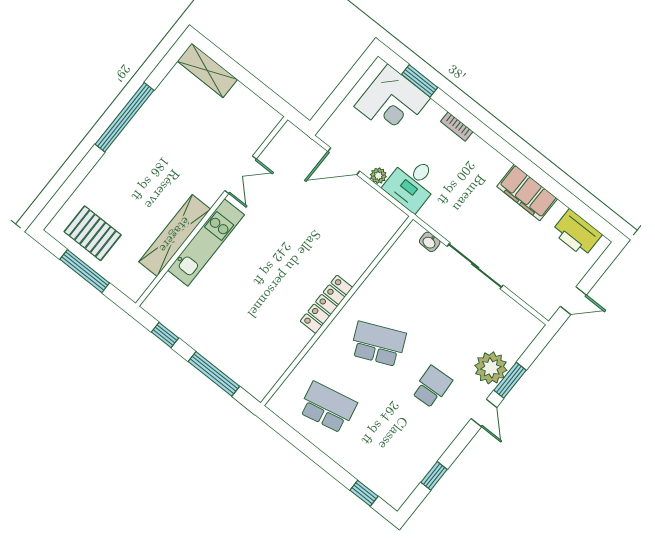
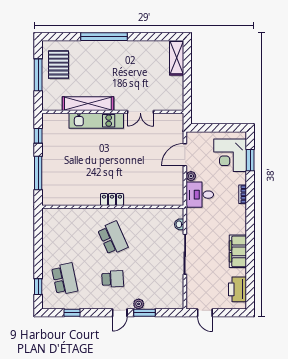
window: (125, 117) -> (104, 37), moved
door: (344, 161) -> (185, 155), hinge flipped
locker: (326, 304) -> (112, 199), width x0.66
plant: (491, 368) -> (139, 304), width x0.53, depth x0.53
school desk: (328, 407) -> (65, 279), moved

